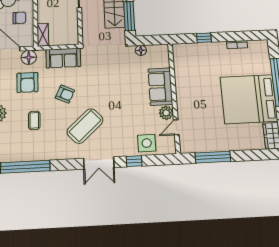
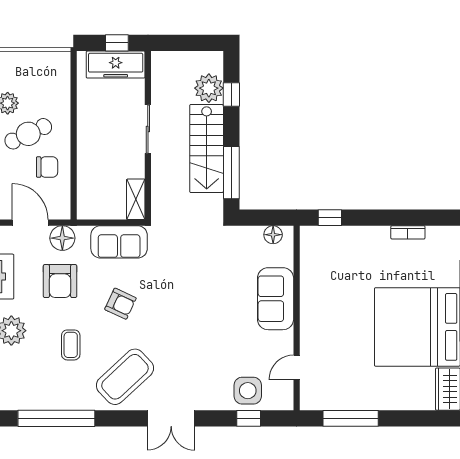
shelving: (43, 35) -> (136, 199), moved
window: (204, 38) -> (330, 218), moved
floor lamp: (141, 50) -> (273, 235), moved
plant: (166, 113) -> (282, 343), removed
coffee table: (85, 126) -> (125, 377), moved
window: (134, 161) -> (249, 418), moved

